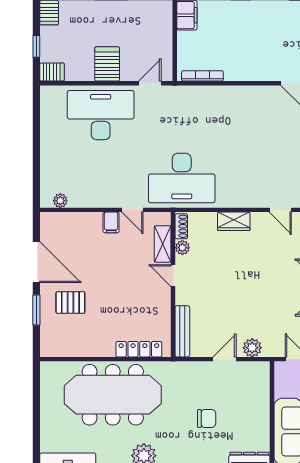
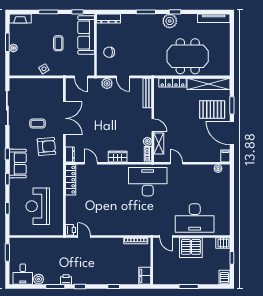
server rack: (107, 64) -> (191, 248), width x1.60
door: (150, 83) -> (166, 237), hinge flipped
filing cabinet: (111, 222) -> (225, 156), moved
pallet: (70, 303) -> (212, 110), width x1.50, depth x1.42
shelving: (77, 347) -> (208, 84), added
door: (224, 359) -> (123, 77), hinge flipped
meeting table: (113, 395) -> (188, 56), width x0.73
chair: (207, 418) -> (109, 52), moved

